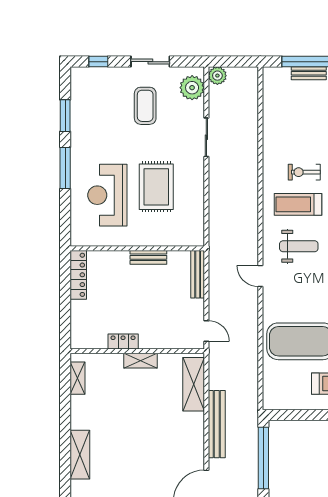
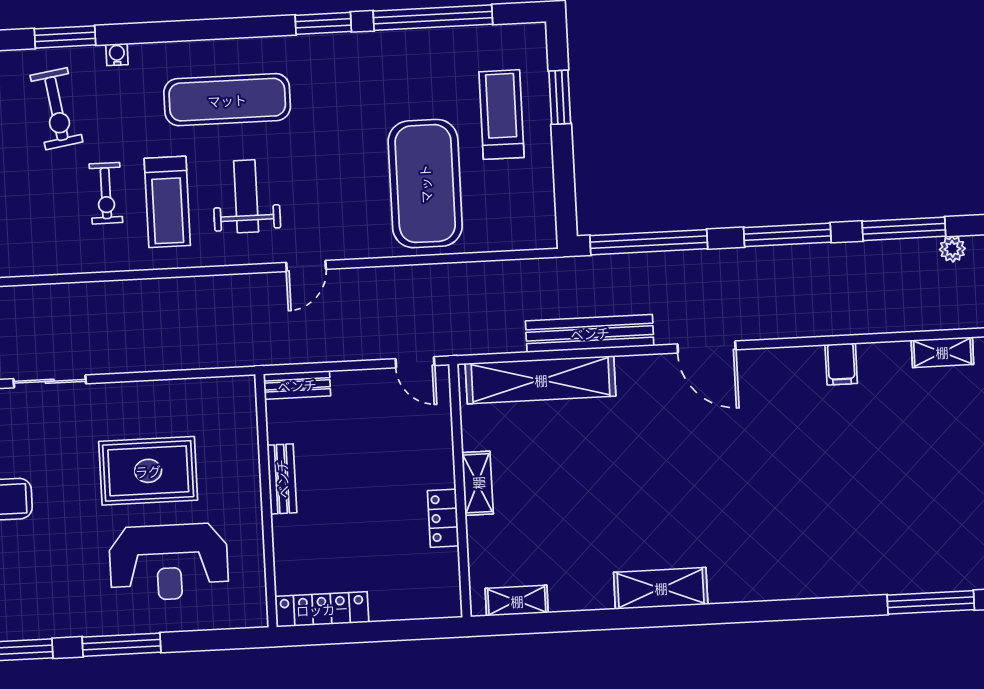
bench: (198, 274) -> (297, 385), width x0.73
door: (206, 331) -> (415, 362), swing flipped
shelving: (194, 384) -> (541, 380), width x1.47

